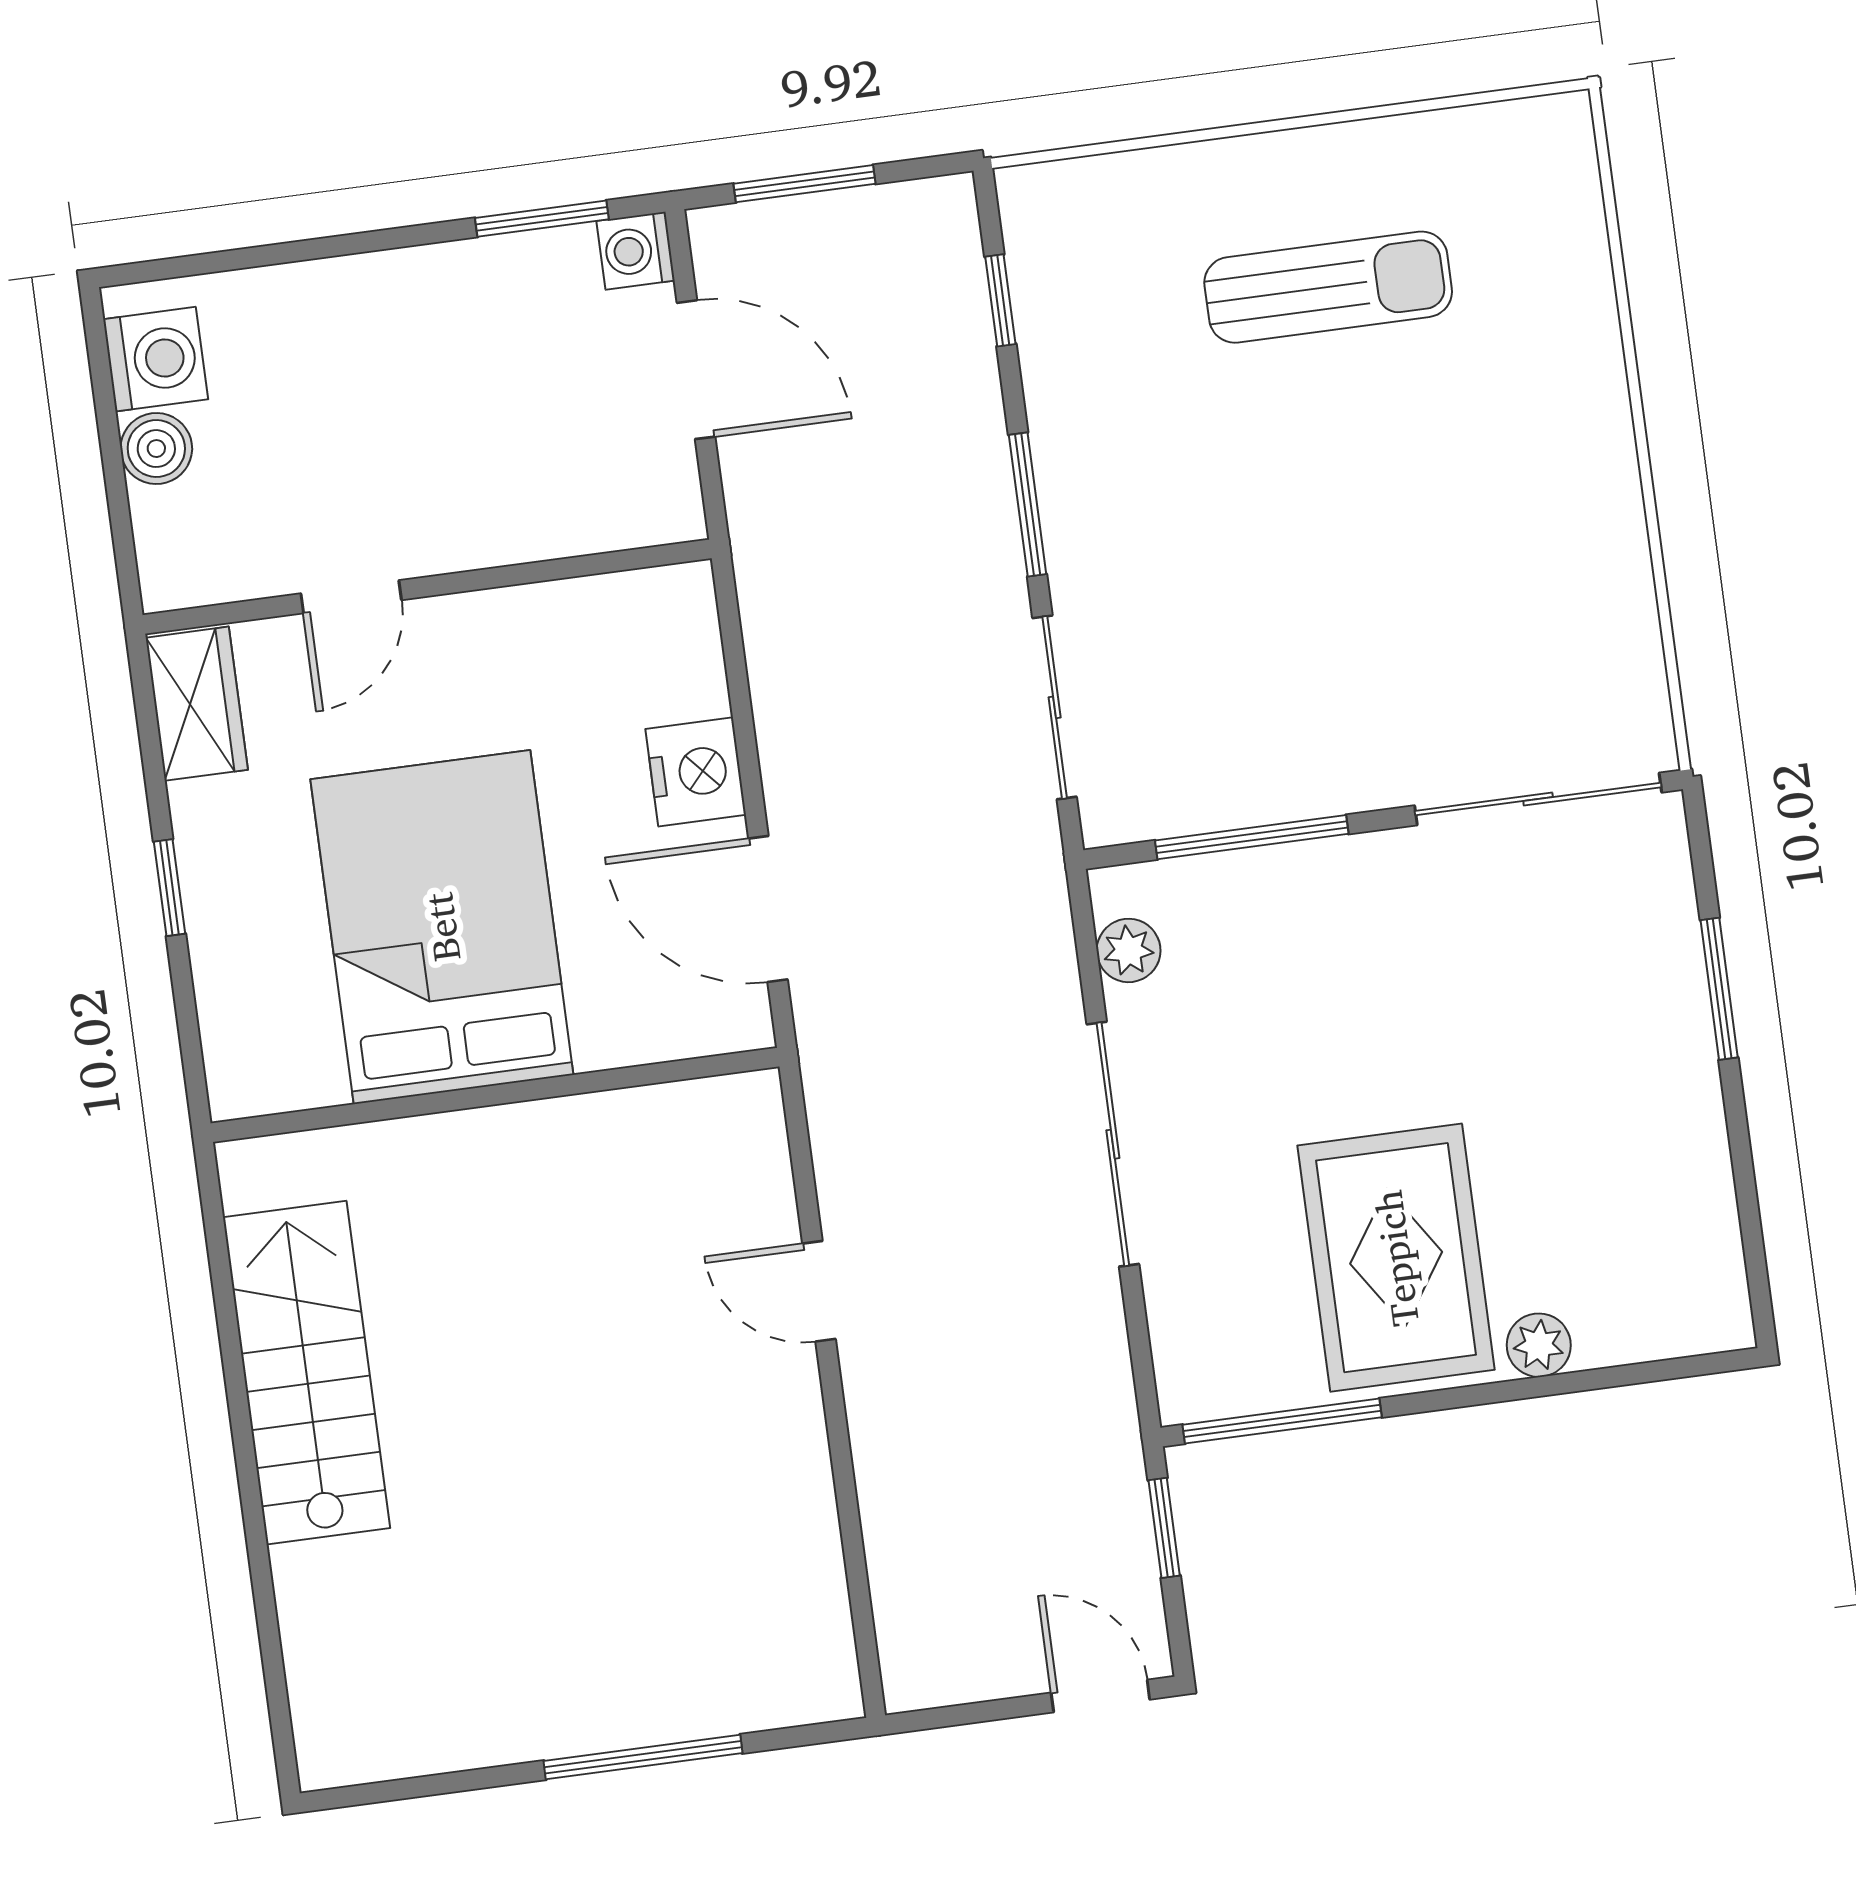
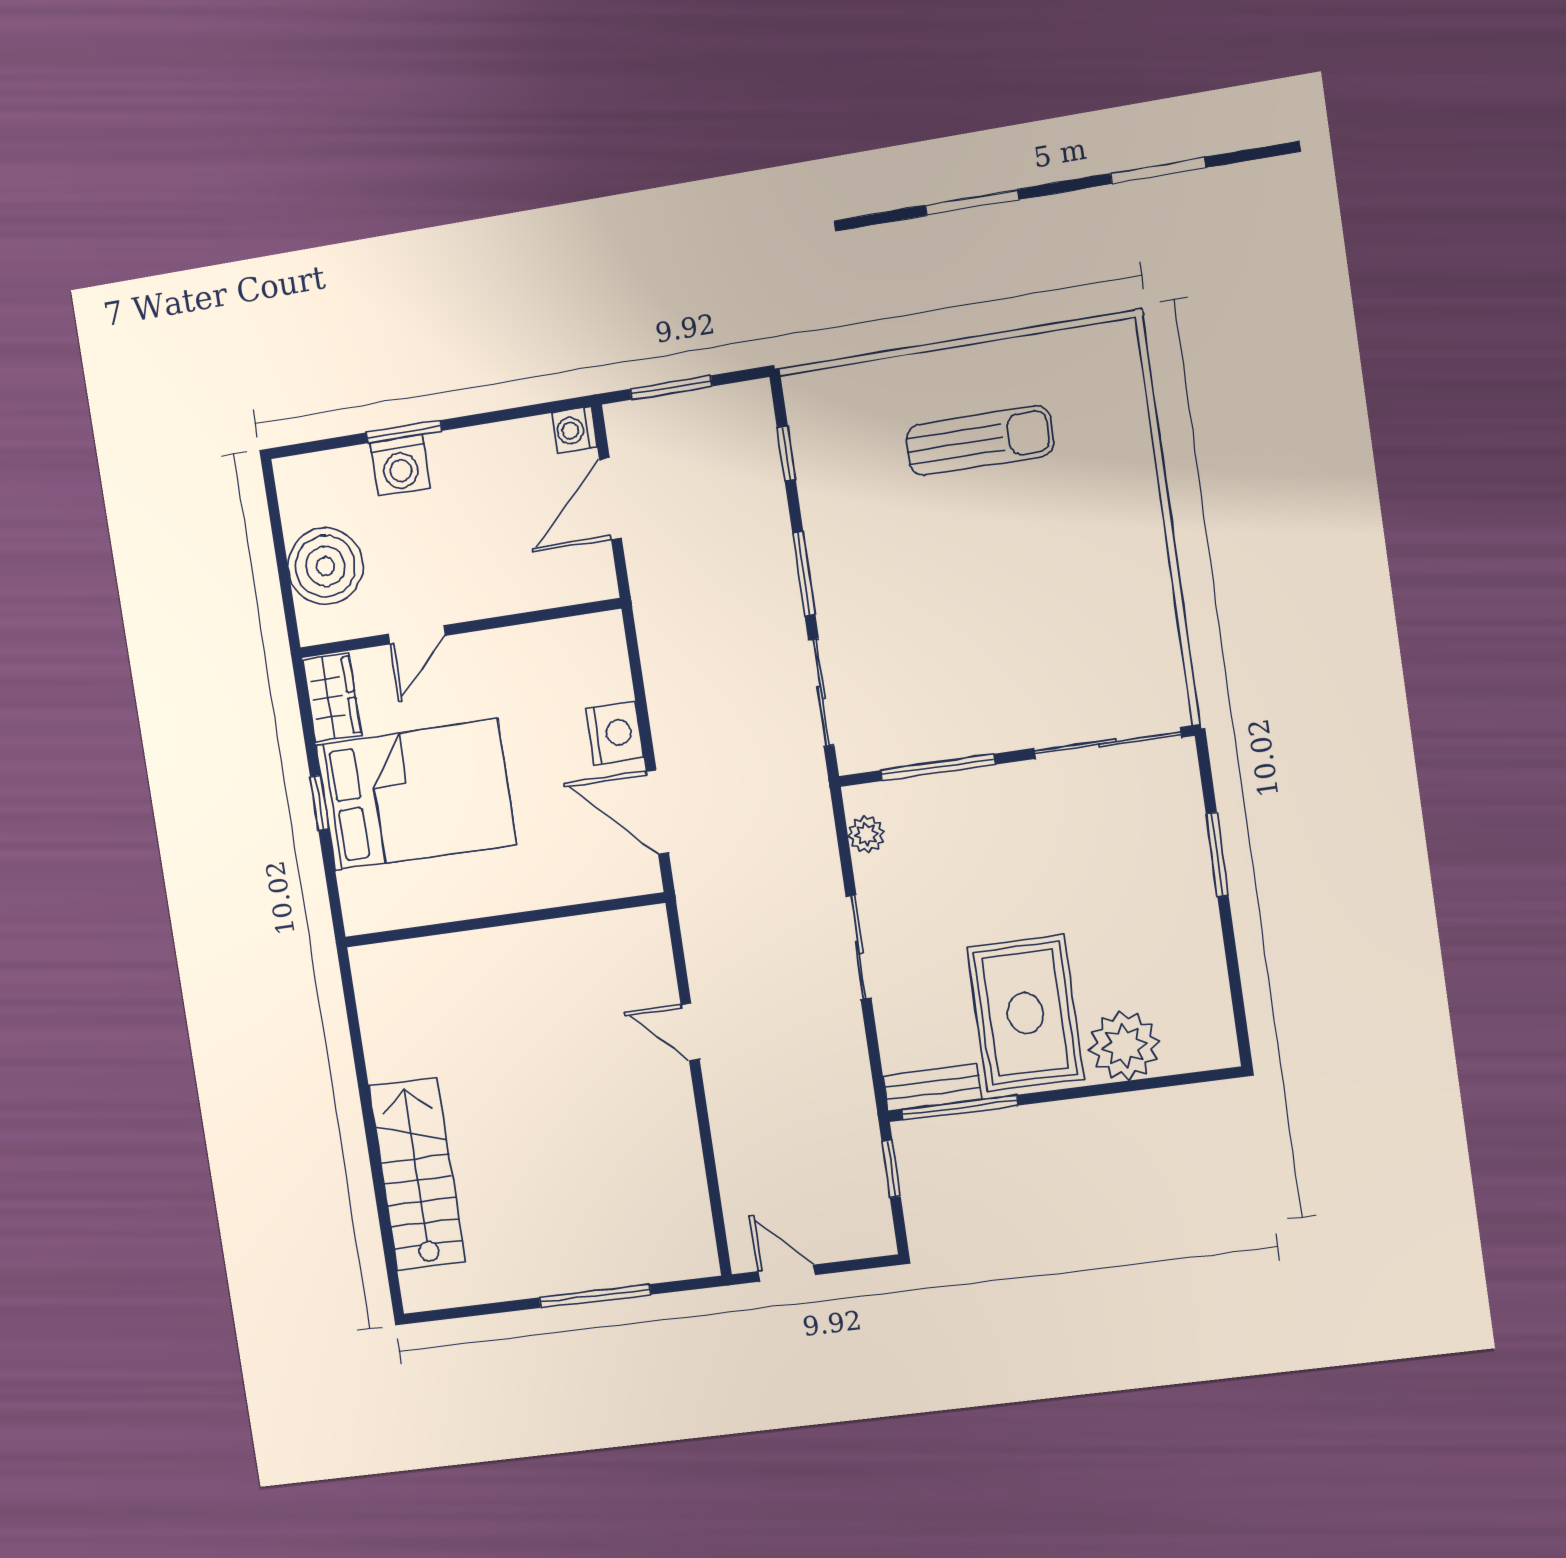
window: (542, 219) -> (404, 432), moved
washing machine: (156, 359) -> (400, 465), moved, turned 90
door: (696, 370) -> (610, 499), swing flipped
boiler: (156, 449) -> (325, 566), width x1.86, depth x1.86
bed: (442, 927) -> (416, 795), moved, turned 90
sliding door: (1113, 1144) -> (859, 947), width x0.73
plant: (1539, 1345) -> (1124, 1046), width x1.87, depth x1.87
stairs: (307, 1373) -> (417, 1174), moved
bench: (1236, 1386) -> (932, 1088), added
door: (1100, 1696) -> (786, 1273), moved

